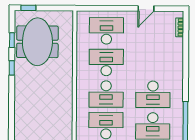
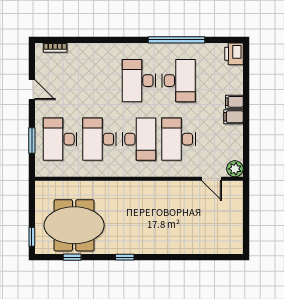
window: (105, 8) -> (32, 141), added
window: (12, 68) -> (125, 257), moved
desk: (153, 94) -> (139, 81), turned 180

